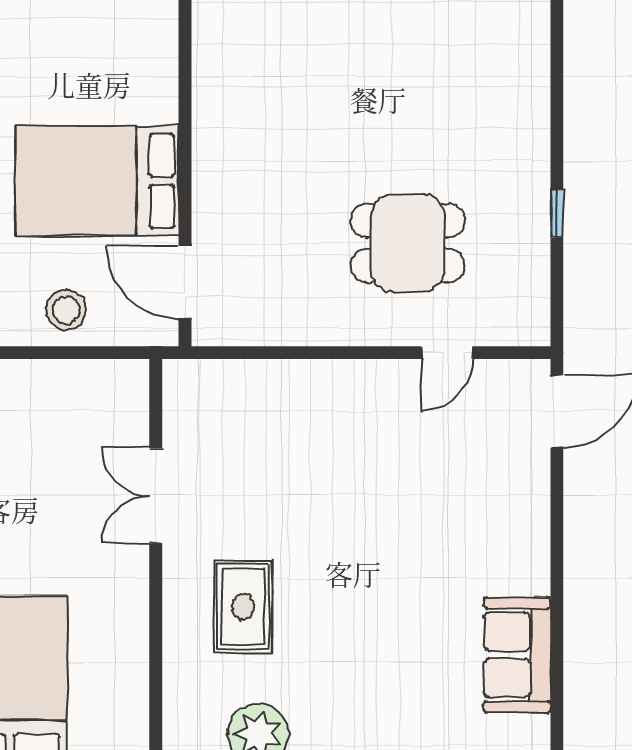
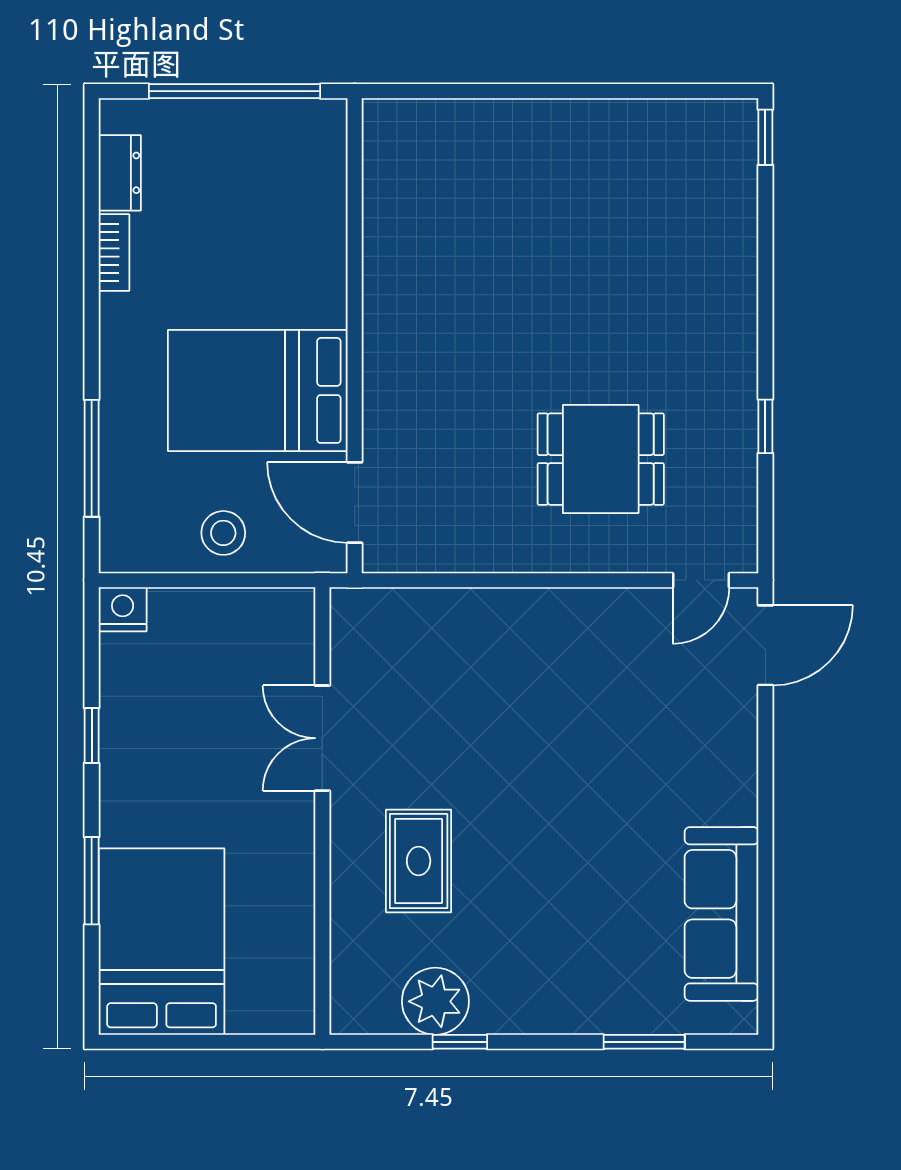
door: (447, 353) -> (701, 580), moved
sofa: (517, 655) -> (722, 914), width x1.36

